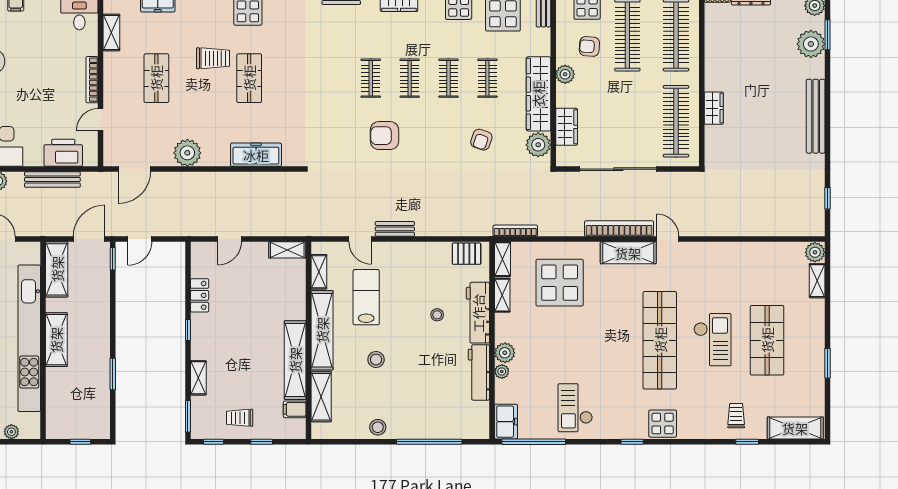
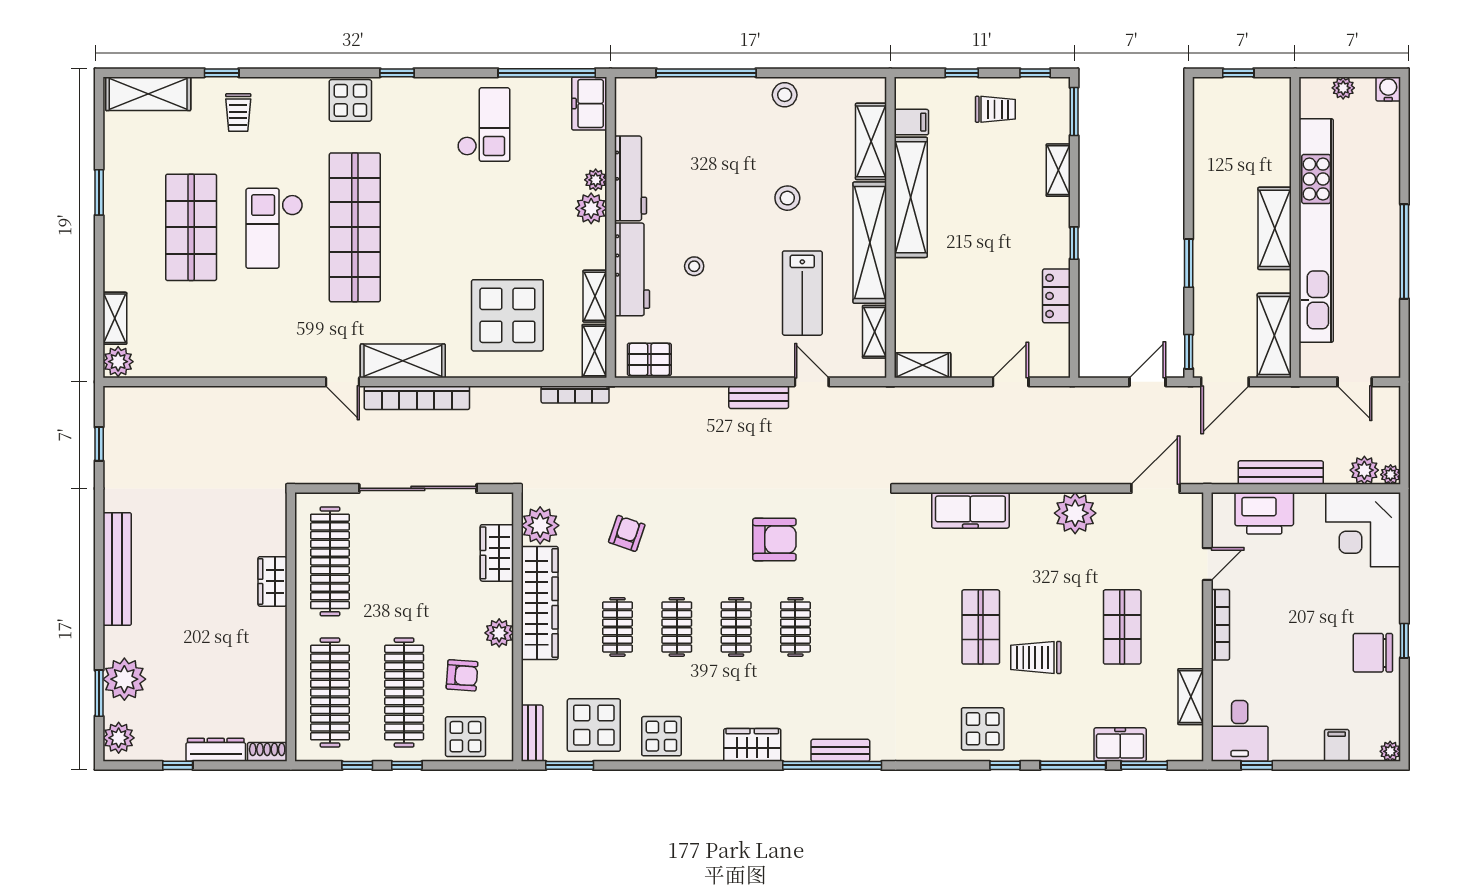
window: (113, 374) -> (1189, 263), moved

